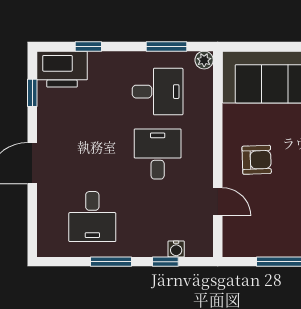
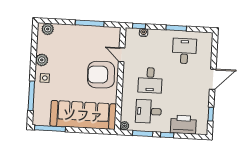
window: (88, 46) -> (167, 135), moved
printer: (62, 69) -> (183, 125), moved
armchair: (257, 160) -> (101, 75), width x1.88, depth x1.88
window: (165, 262) -> (139, 26), moved

